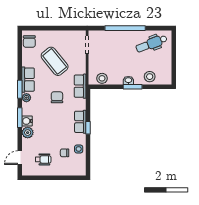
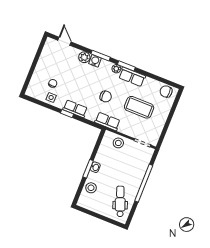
coffee table: (55, 61) -> (139, 107), turned 39
stool: (102, 78) -> (118, 143), moved
wheelchair: (43, 159) -> (54, 62), removed

